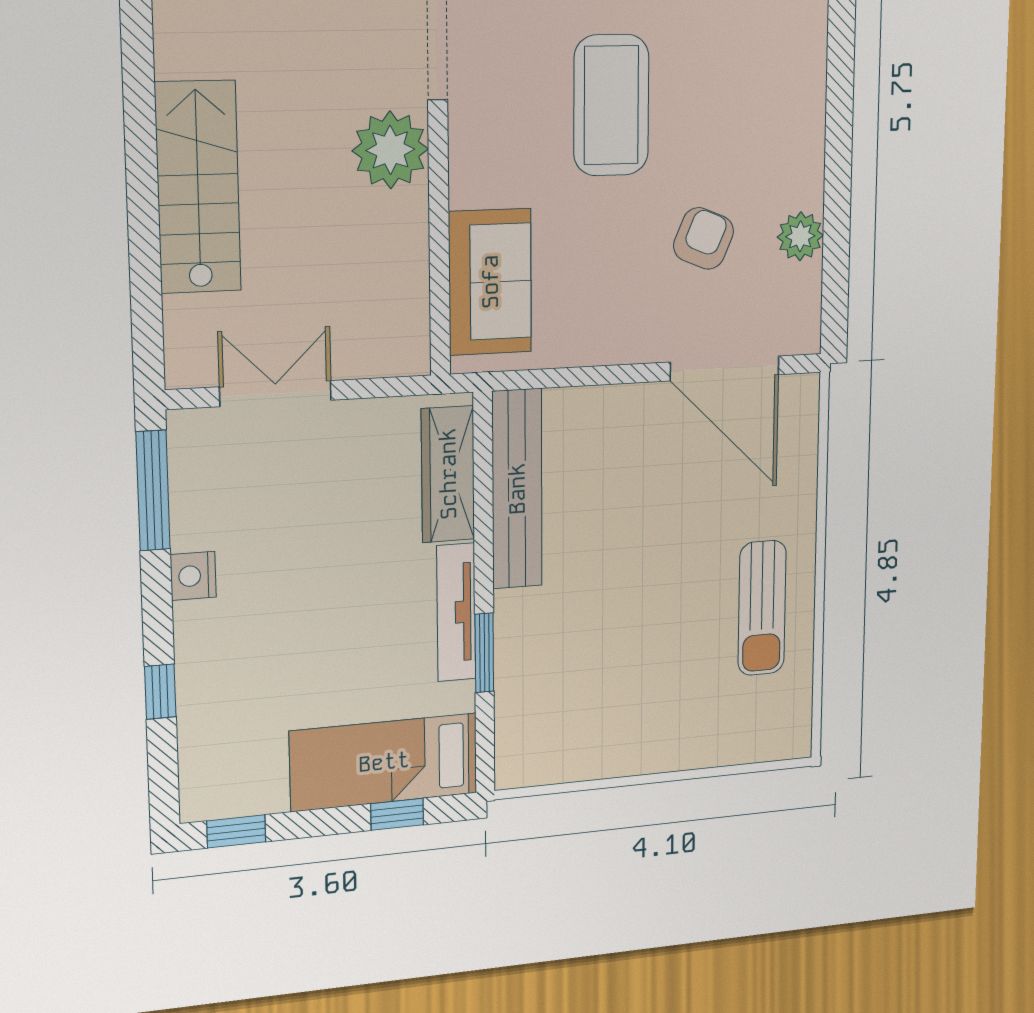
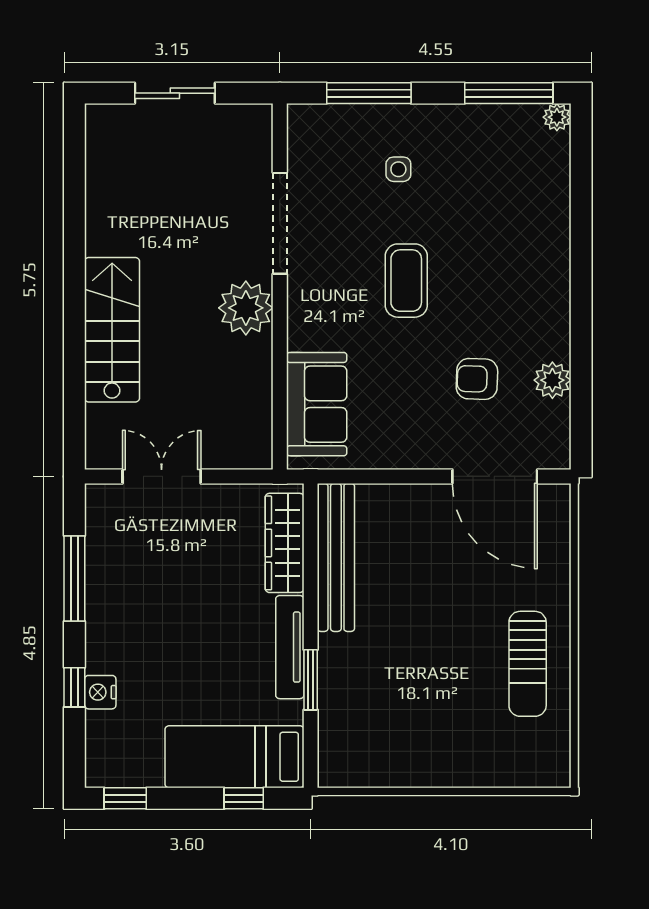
coffee table: (611, 105) -> (406, 281), width x0.73, depth x0.76
armchair: (704, 238) -> (477, 379), turned -111
window: (153, 491) -> (74, 578), moved
nightstand: (193, 576) -> (100, 692), moved

